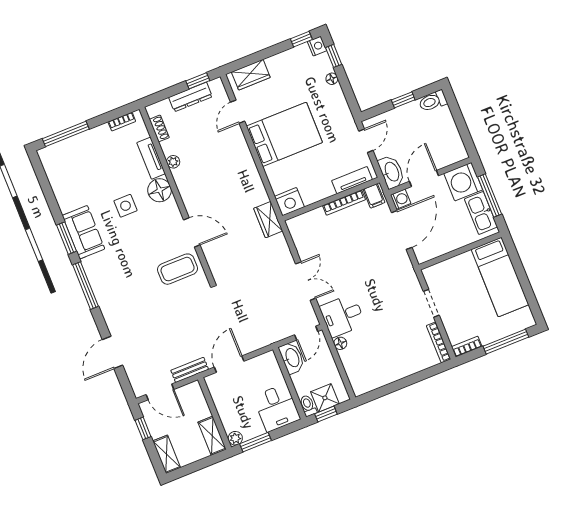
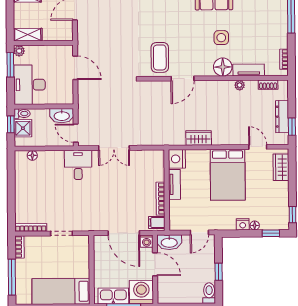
nightstand: (317, 46) -> (243, 224), moved
door: (366, 141) -> (199, 232), hinge flipped
tv unit: (352, 180) -> (174, 184), moved
wardrobe: (268, 220) -> (199, 138), moved
floor lamp: (340, 343) -> (32, 155), moved
bench: (190, 370) -> (82, 37), removed
desk: (277, 408) -> (30, 85), width x1.37

